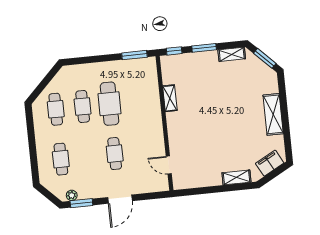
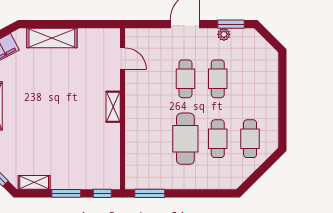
shelving: (170, 98) -> (113, 107), moved
cafe table: (61, 159) -> (218, 79), moved
shelving: (236, 177) -> (52, 38), width x1.50, depth x1.33
plant: (72, 195) -> (224, 34), moved

